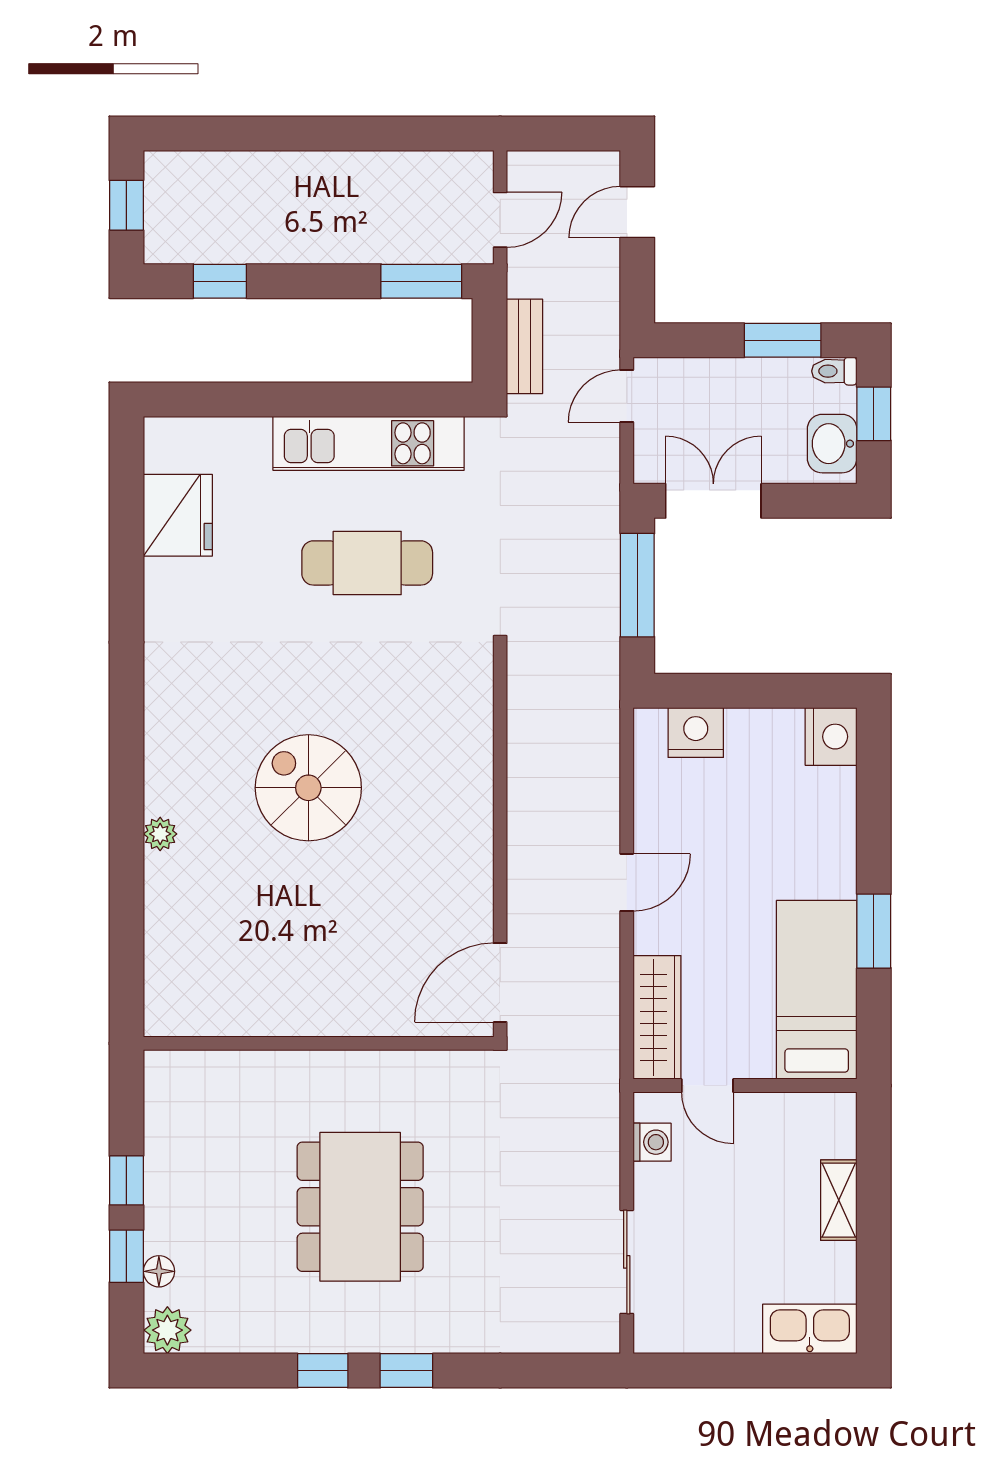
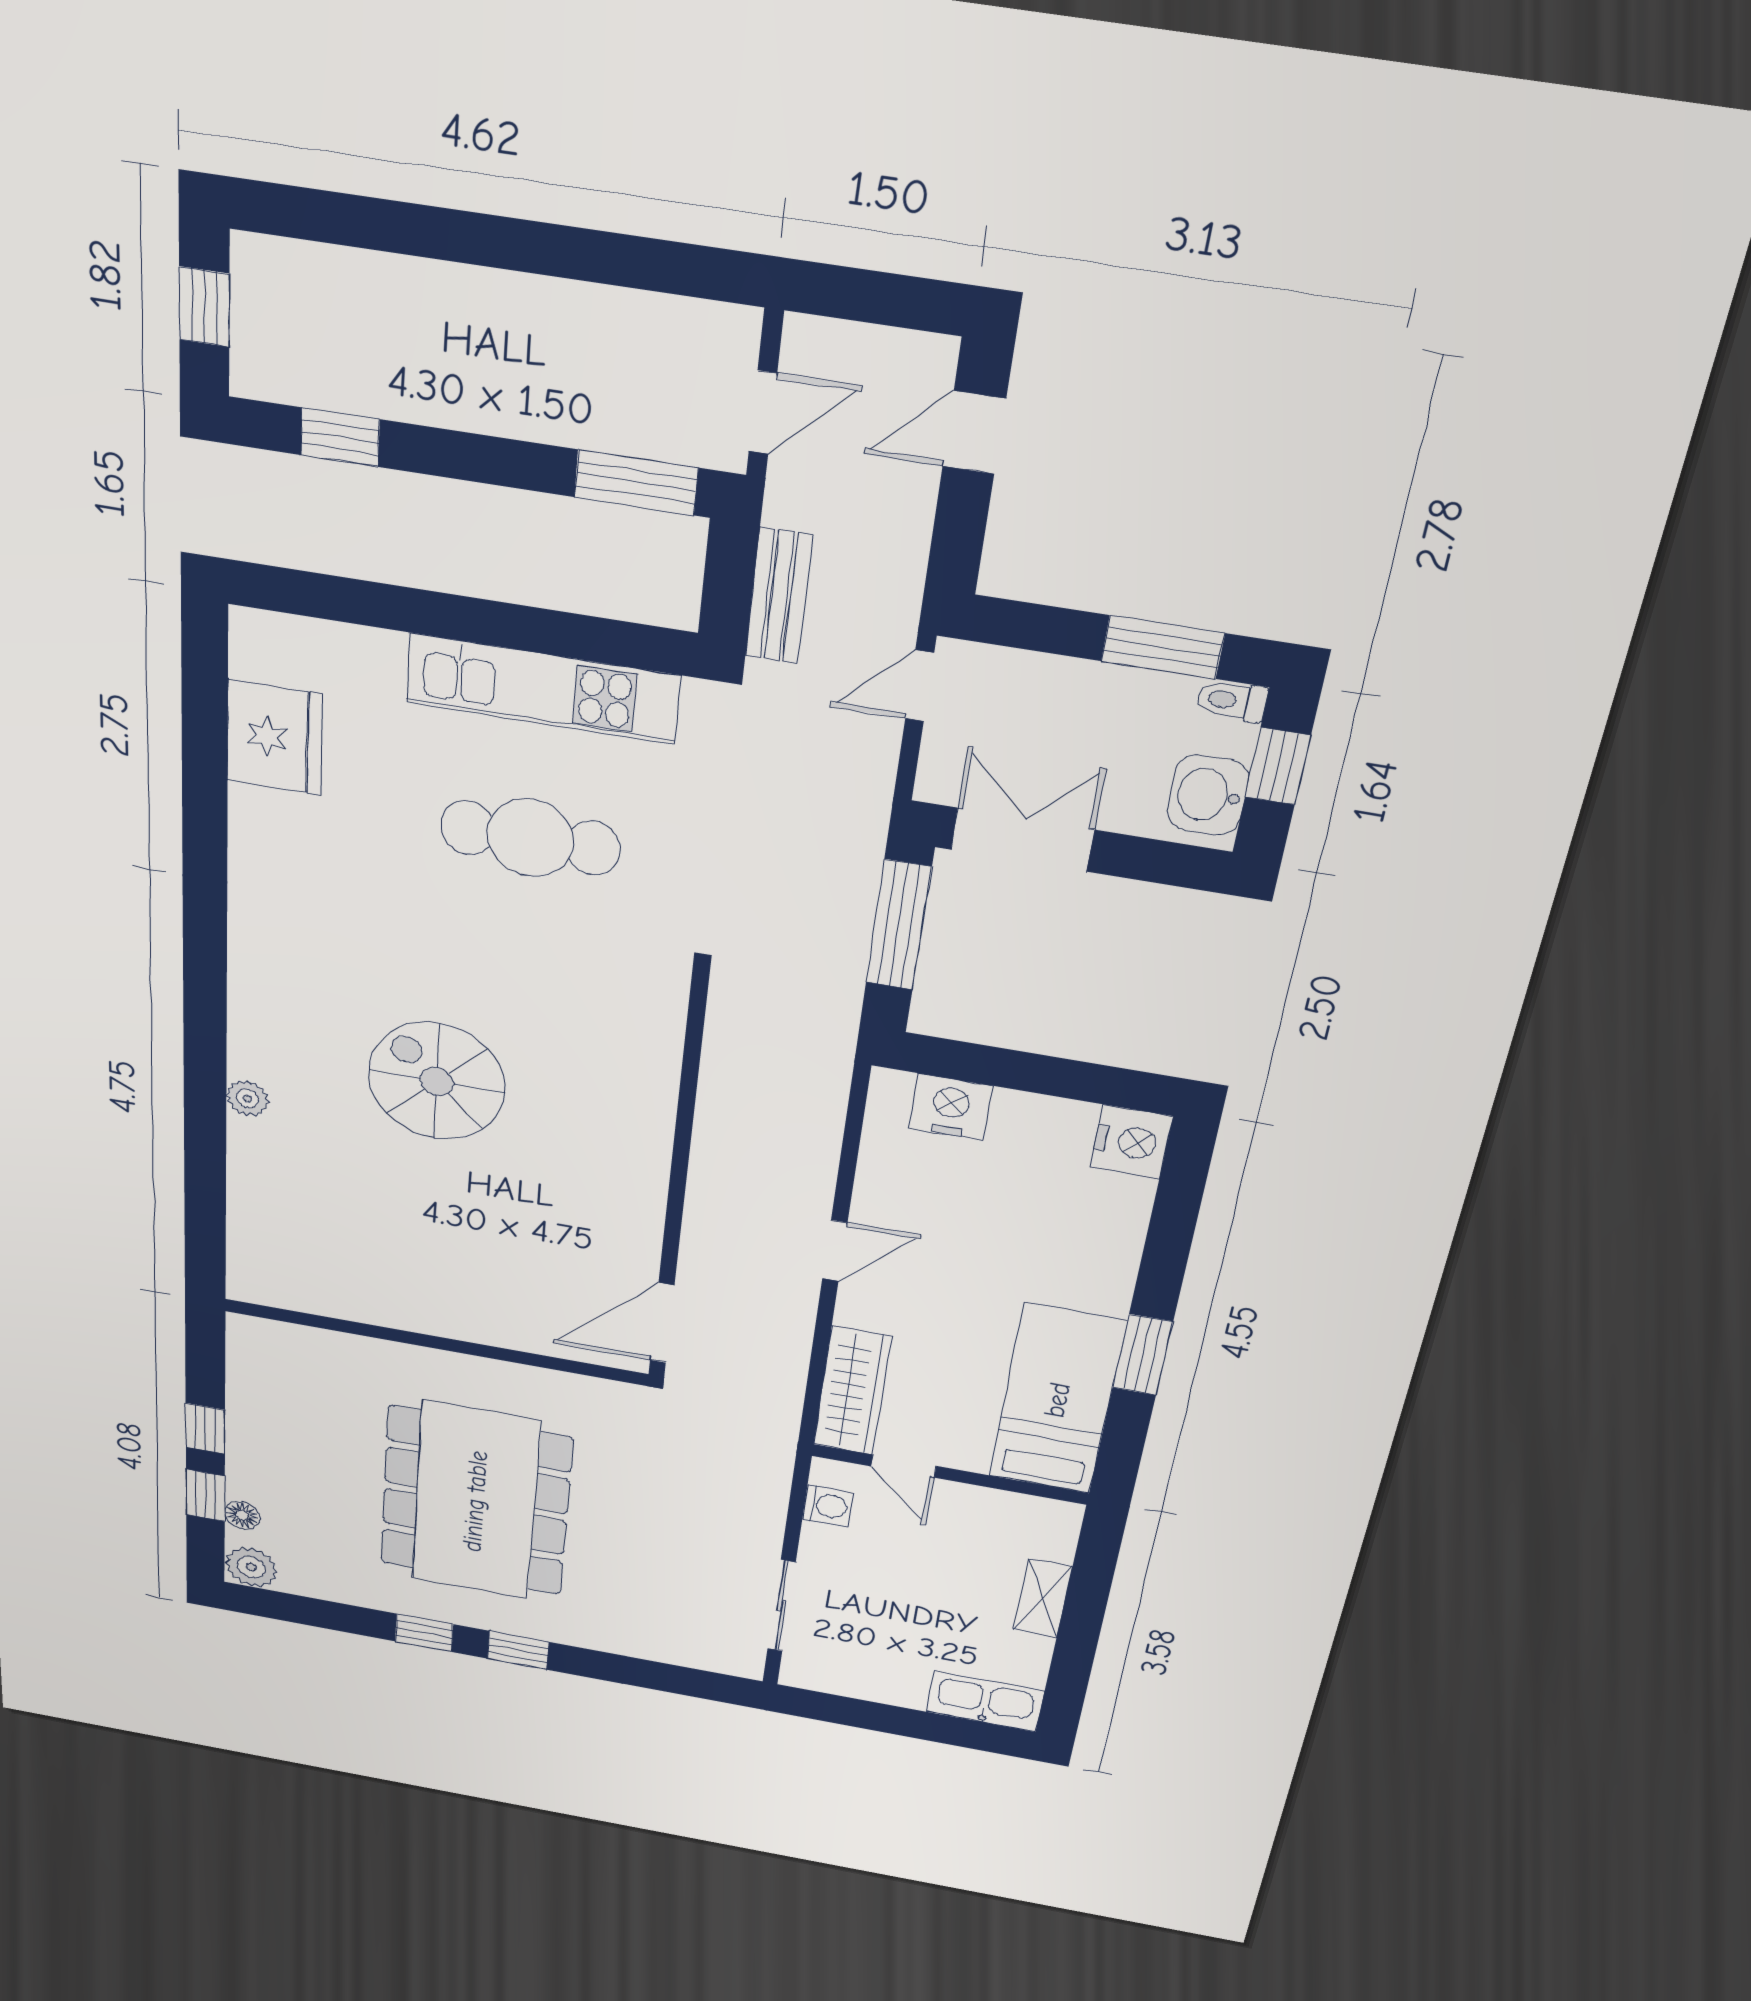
dining table: (360, 1207) -> (475, 1501), width x1.36, depth x1.24

